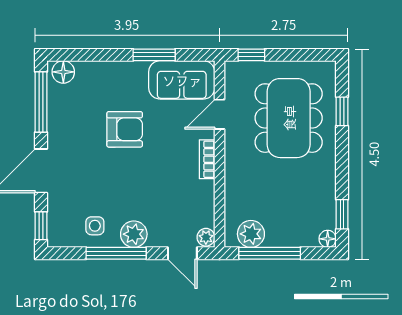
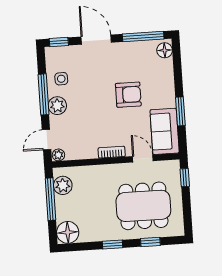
armchair: (125, 129) -> (128, 95), turned -90
window: (342, 214) -> (113, 244), moved
floor lamp: (328, 239) -> (68, 232), width x1.89, depth x1.89

